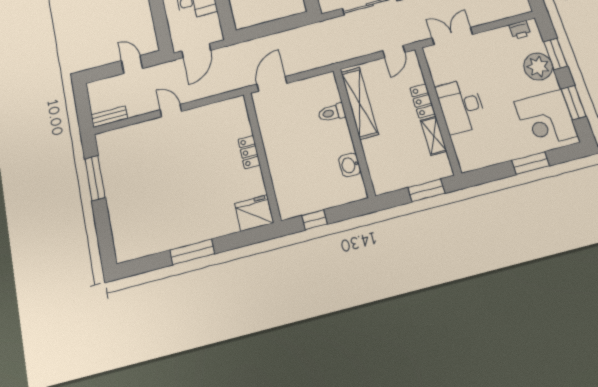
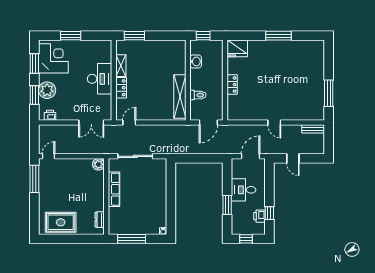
shelving: (360, 103) -> (180, 97), moved
toilet: (332, 113) -> (198, 95), moved
wall: (354, 132) -> (188, 80), moved
washbasin: (350, 165) -> (196, 62), moved

